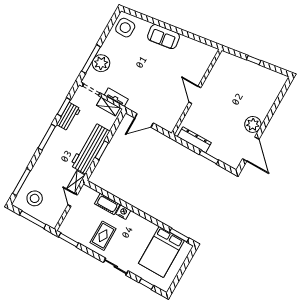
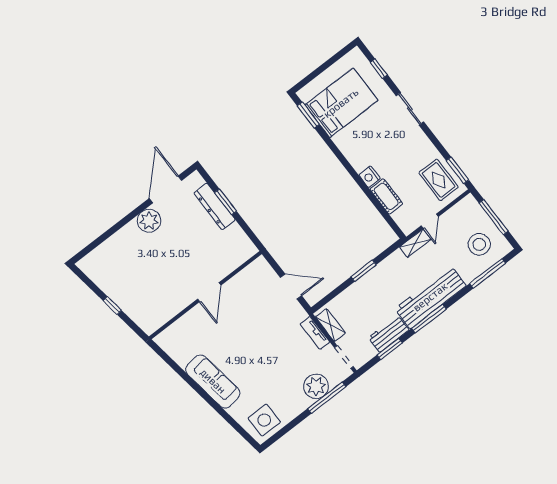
sofa: (163, 37) -> (213, 381), width x1.36
dresser: (194, 140) -> (214, 206), moved
workbench: (90, 148) -> (430, 297), moved, turned 180
rug: (103, 236) -> (439, 180), moved, turned 90

